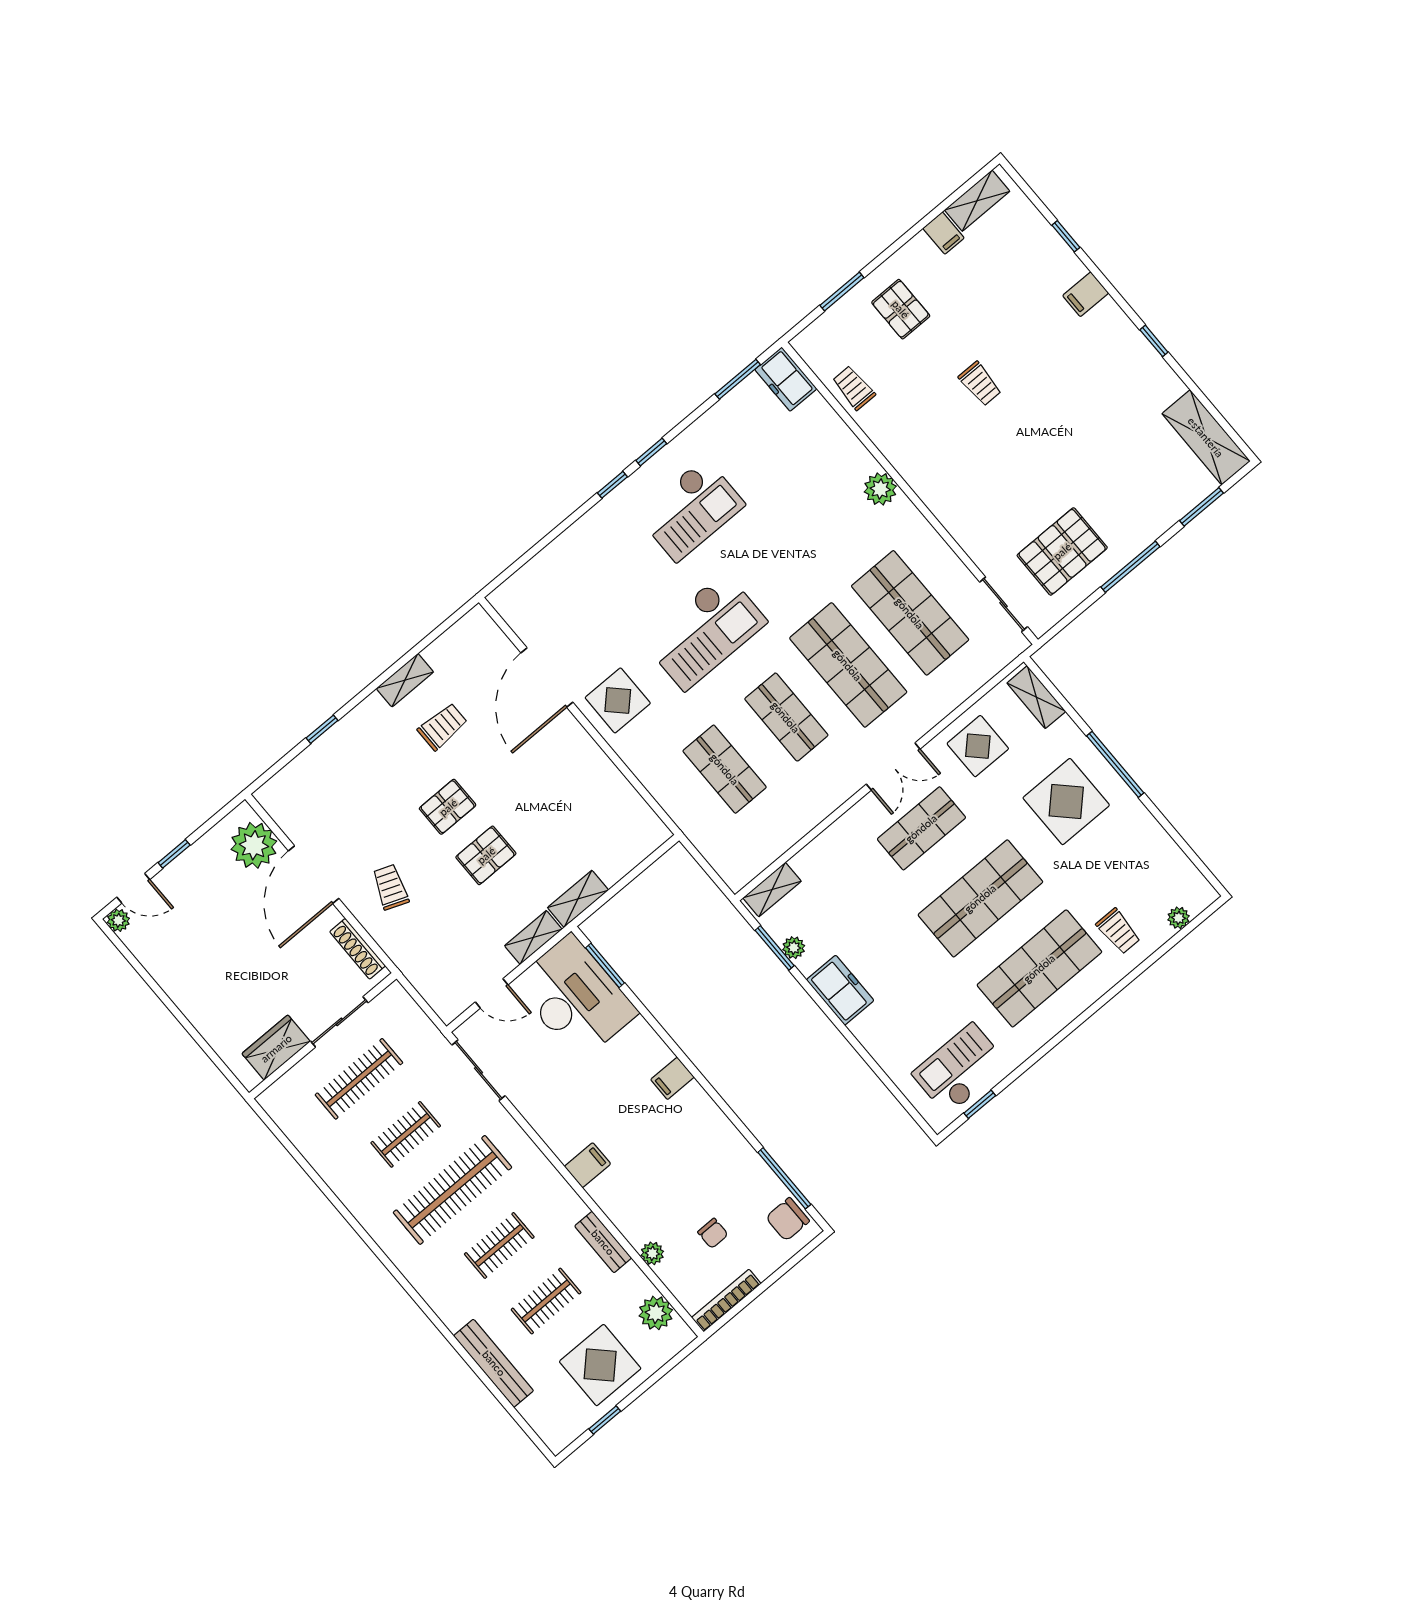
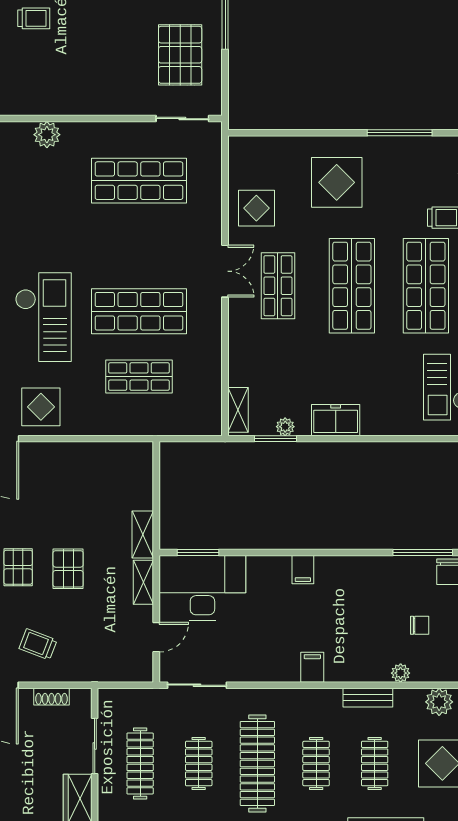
shop shelf: (848, 665) -> (139, 246), removed
shelving: (1036, 697) -> (257, 147), removed
shop shelf: (786, 717) -> (139, 311), width x1.43, depth x1.36
window: (1115, 764) -> (400, 133), moved
shoe rack: (358, 949) -> (51, 697), width x0.70

